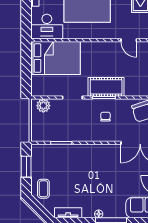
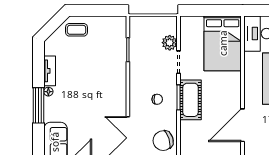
door: (129, 40) -> (243, 125), width x1.87
plant: (43, 106) -> (170, 43), moved
window: (26, 167) -> (101, 10), removed
tv unit: (68, 213) -> (50, 71), moved

